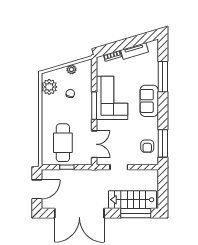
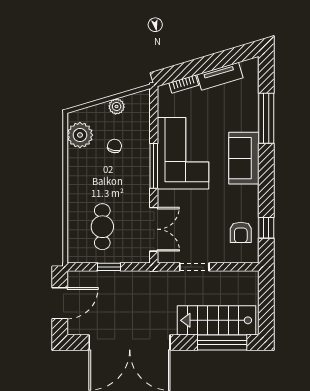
cafe table: (63, 143) -> (102, 227), width x0.73, depth x0.74
window: (163, 143) -> (266, 228), width x0.46

